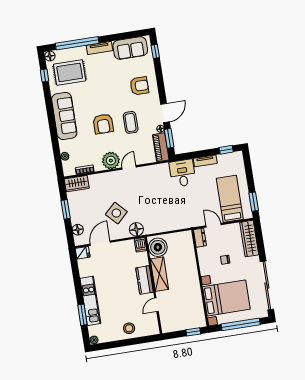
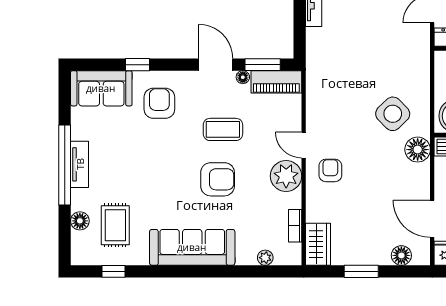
window: (77, 43) -> (65, 165), moved
sofa: (130, 48) -> (101, 88), moved, turned 90
window: (155, 51) -> (138, 65), moved
floor lamp: (50, 56) -> (80, 221), moved
rug: (70, 72) -> (115, 225), width x0.73, depth x0.70
desk: (182, 173) -> (329, 50), removed
armchair: (118, 184) -> (330, 170), added
side table: (116, 213) -> (393, 114), moved

